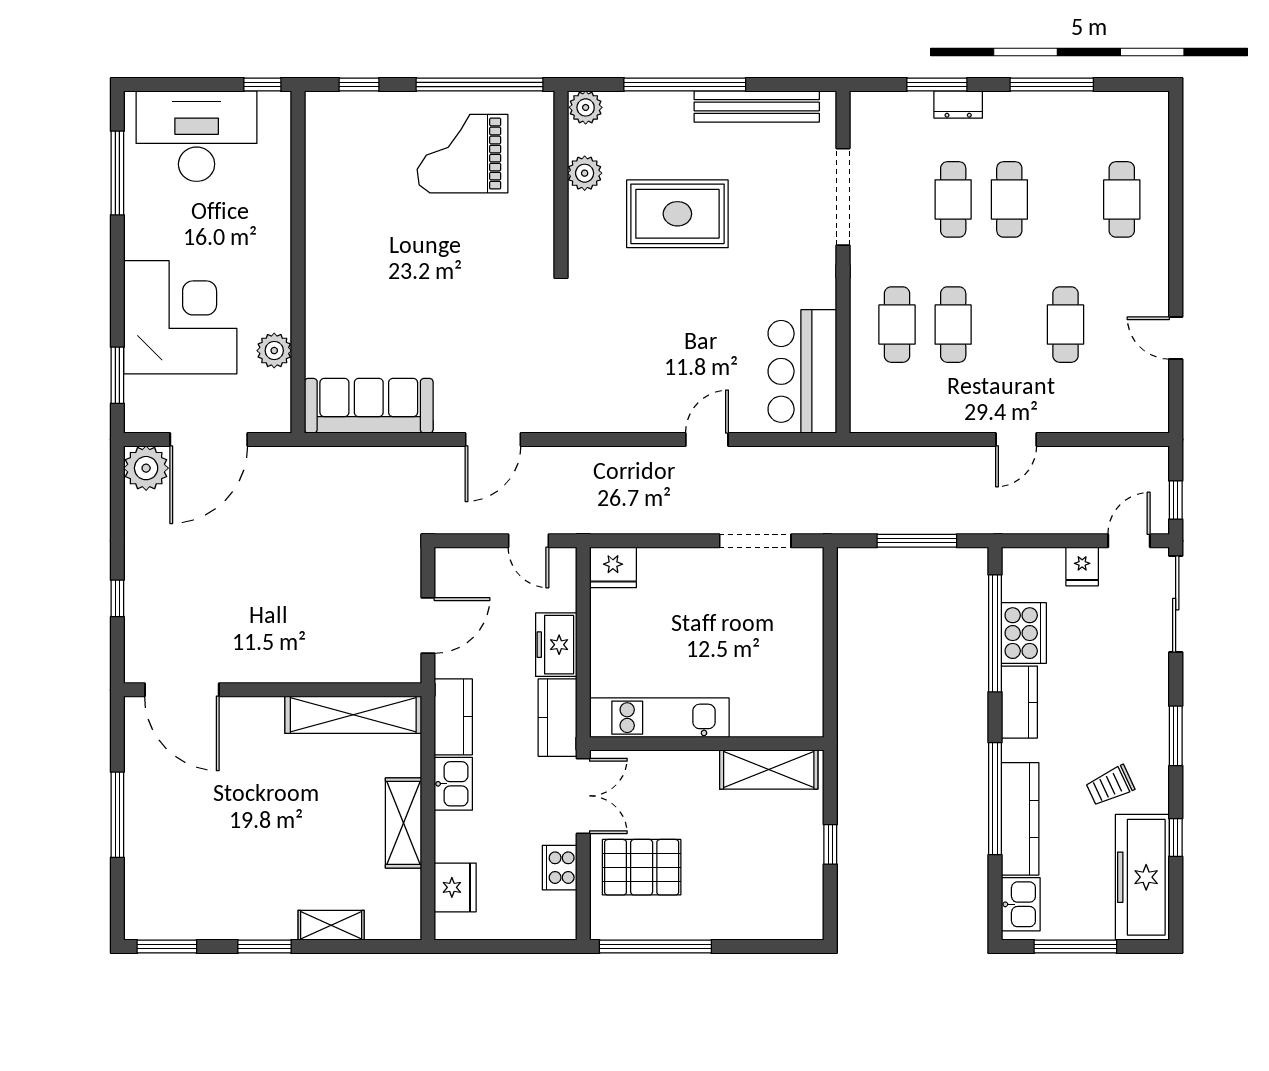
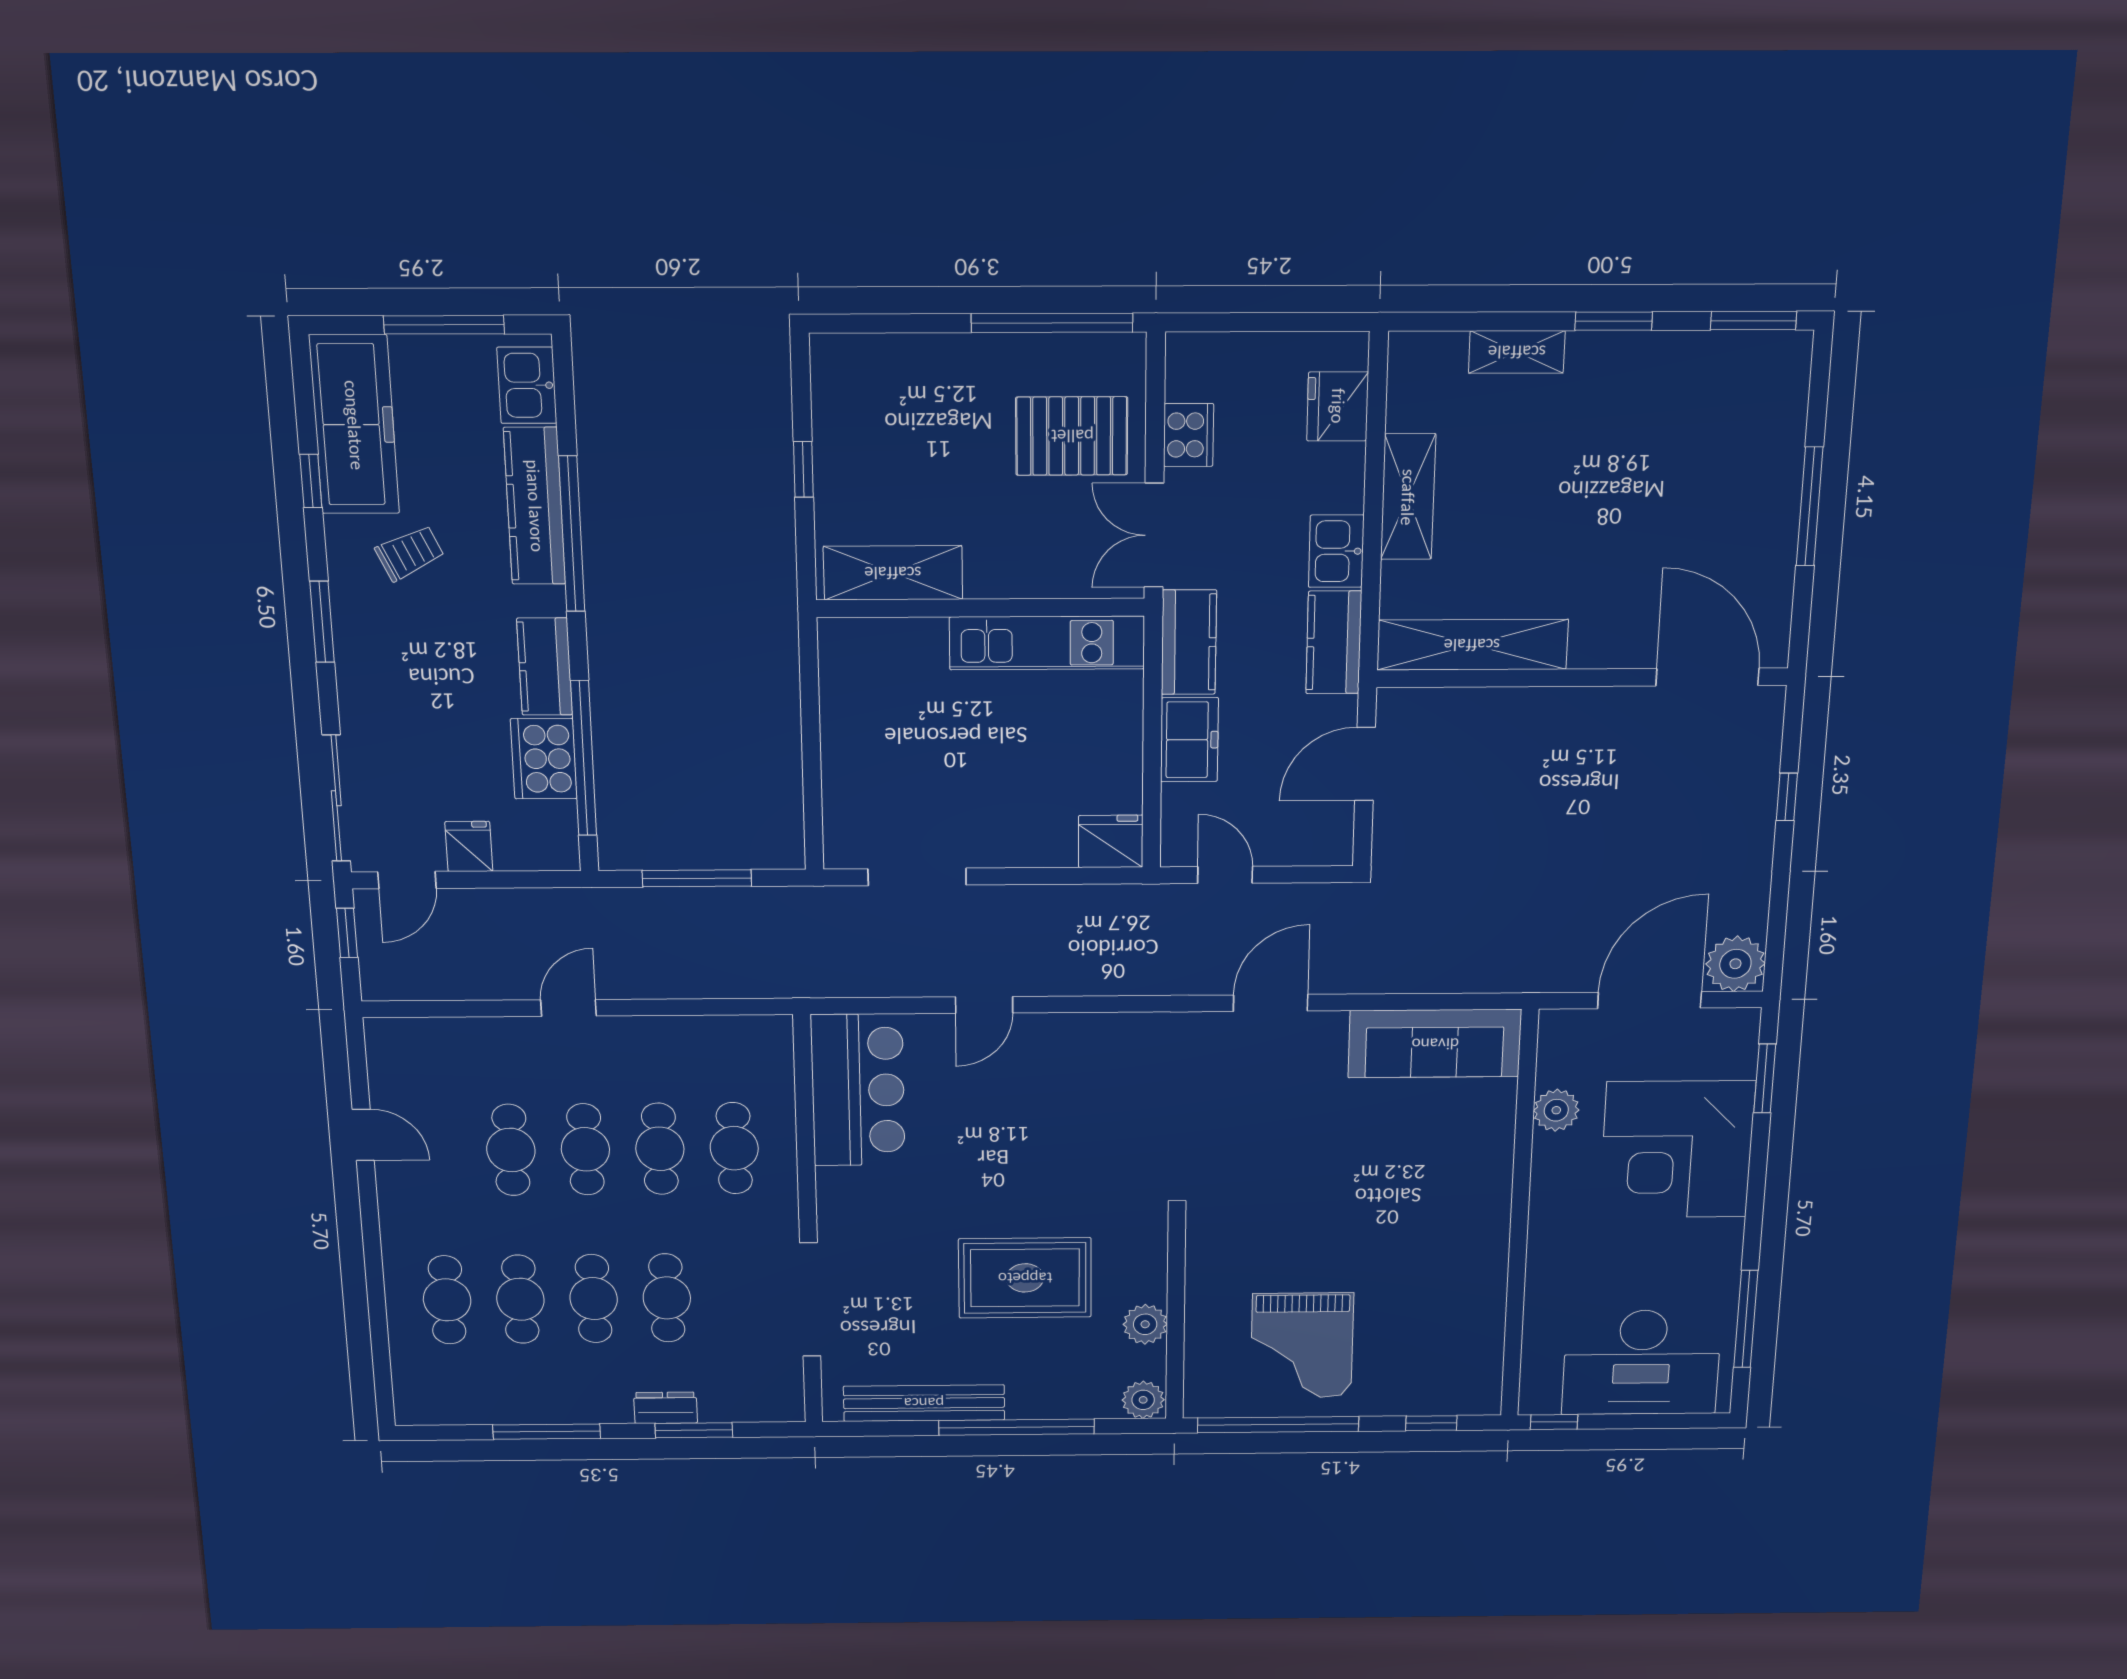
grand piano: (463, 154) -> (1302, 1346), turned 90
cafe table: (1066, 199) -> (520, 1299), added
cafe table: (1009, 325) -> (585, 1149), added

